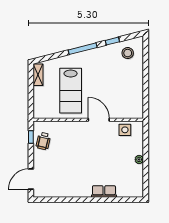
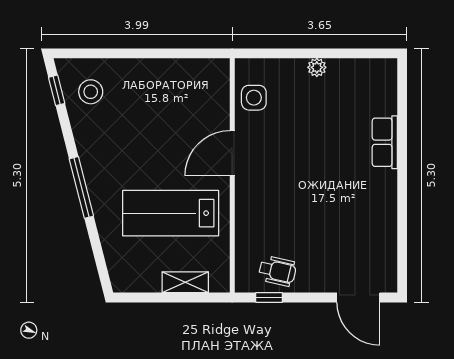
window: (112, 41) -> (57, 90), moved
shelving: (38, 75) -> (185, 282), moved
lab bench: (71, 91) -> (171, 213), turned 180

